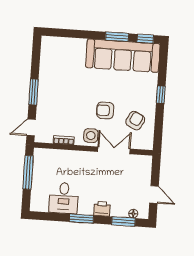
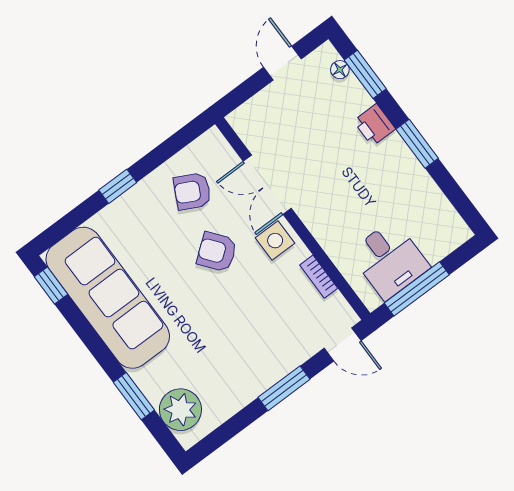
window: (117, 37) -> (134, 396), moved
plant: (59, 47) -> (180, 410), added
armchair: (105, 110) -> (217, 252), turned 142
desk: (64, 198) -> (389, 260), moved, turned 90

